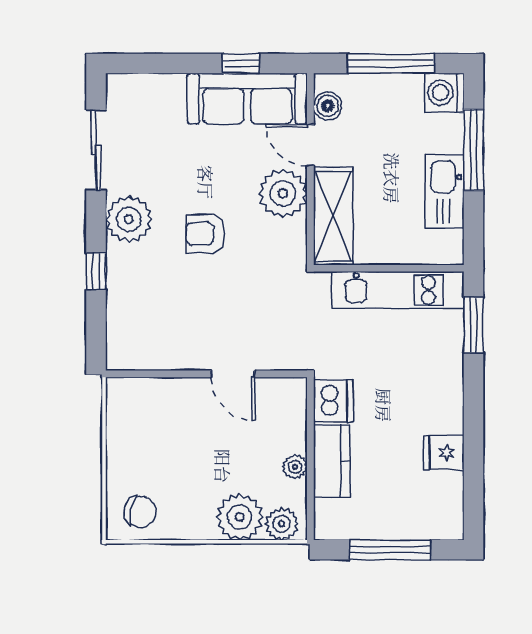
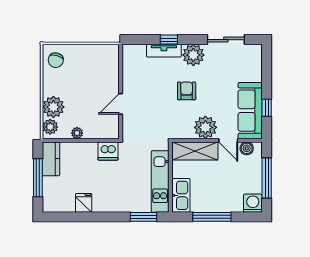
door: (310, 145) -> (228, 140), swing flipped
window: (474, 150) -> (212, 217), moved
kitchen sink: (445, 192) -> (181, 195), moved, turned 90
tv unit: (120, 282) -> (164, 51), added
kitchen counter: (332, 461) -> (51, 159), moved, turned -90

